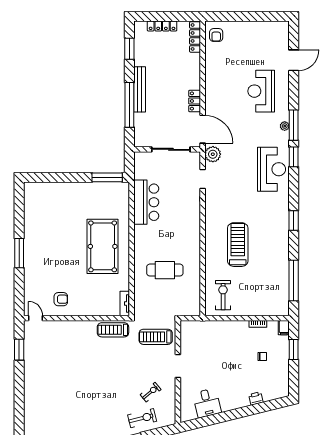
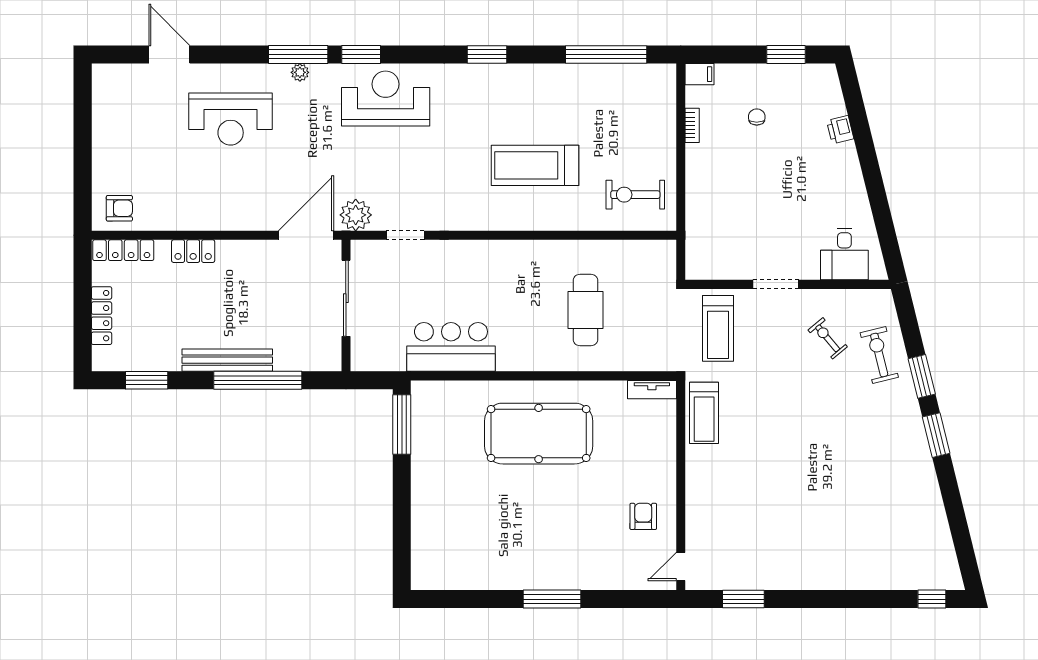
locker: (195, 101) -> (193, 251), moved
window: (294, 349) -> (786, 54), moved
desk: (207, 403) -> (844, 254), moved, turned 104

